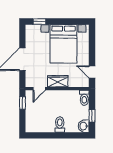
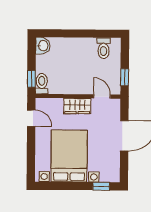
door: (39, 89) -> (102, 96), hinge flipped
window: (92, 116) -> (31, 79), moved
toilet: (60, 125) -> (104, 48), moved

